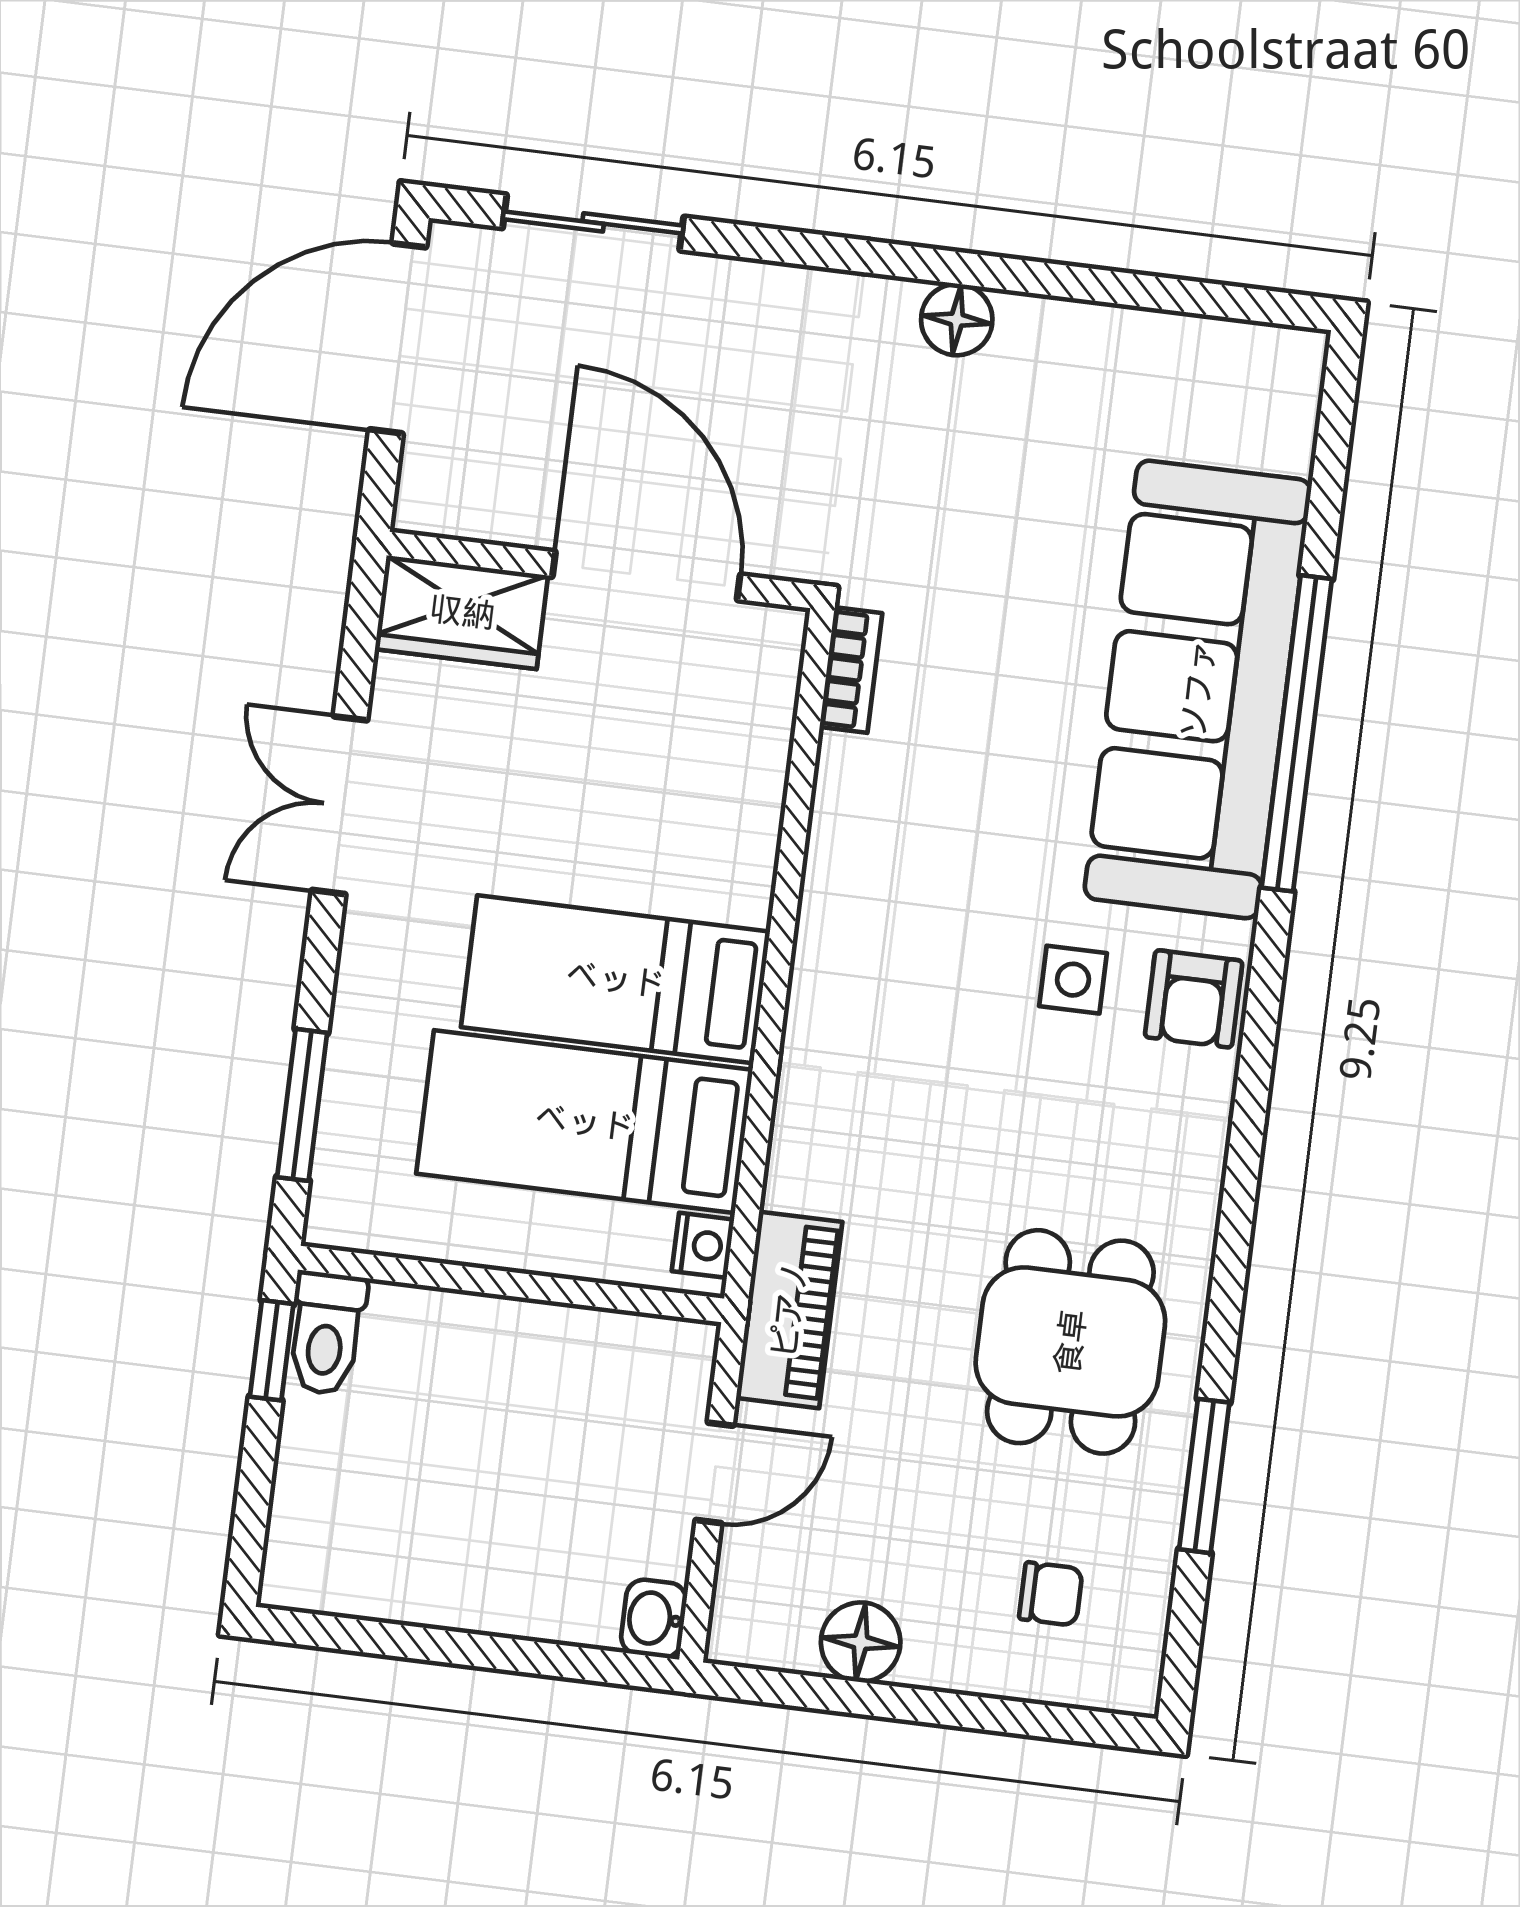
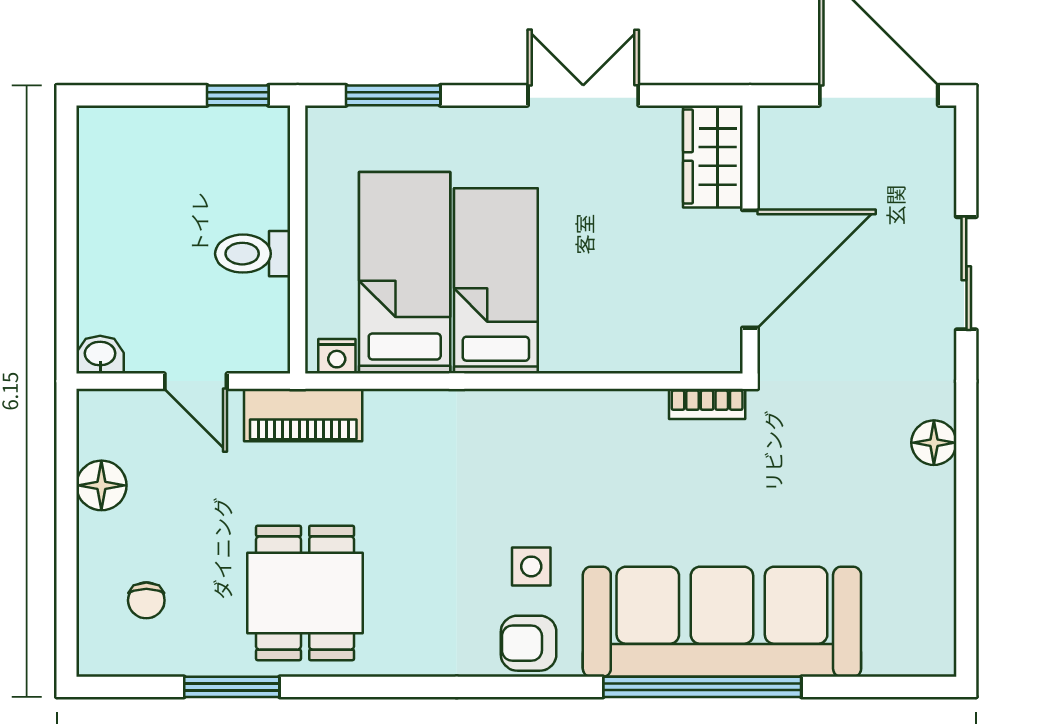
sliding door: (593, 222) -> (966, 273), moved
toilet: (326, 1333) -> (253, 254), moved
dining table: (1070, 1342) -> (305, 593), turned 90

